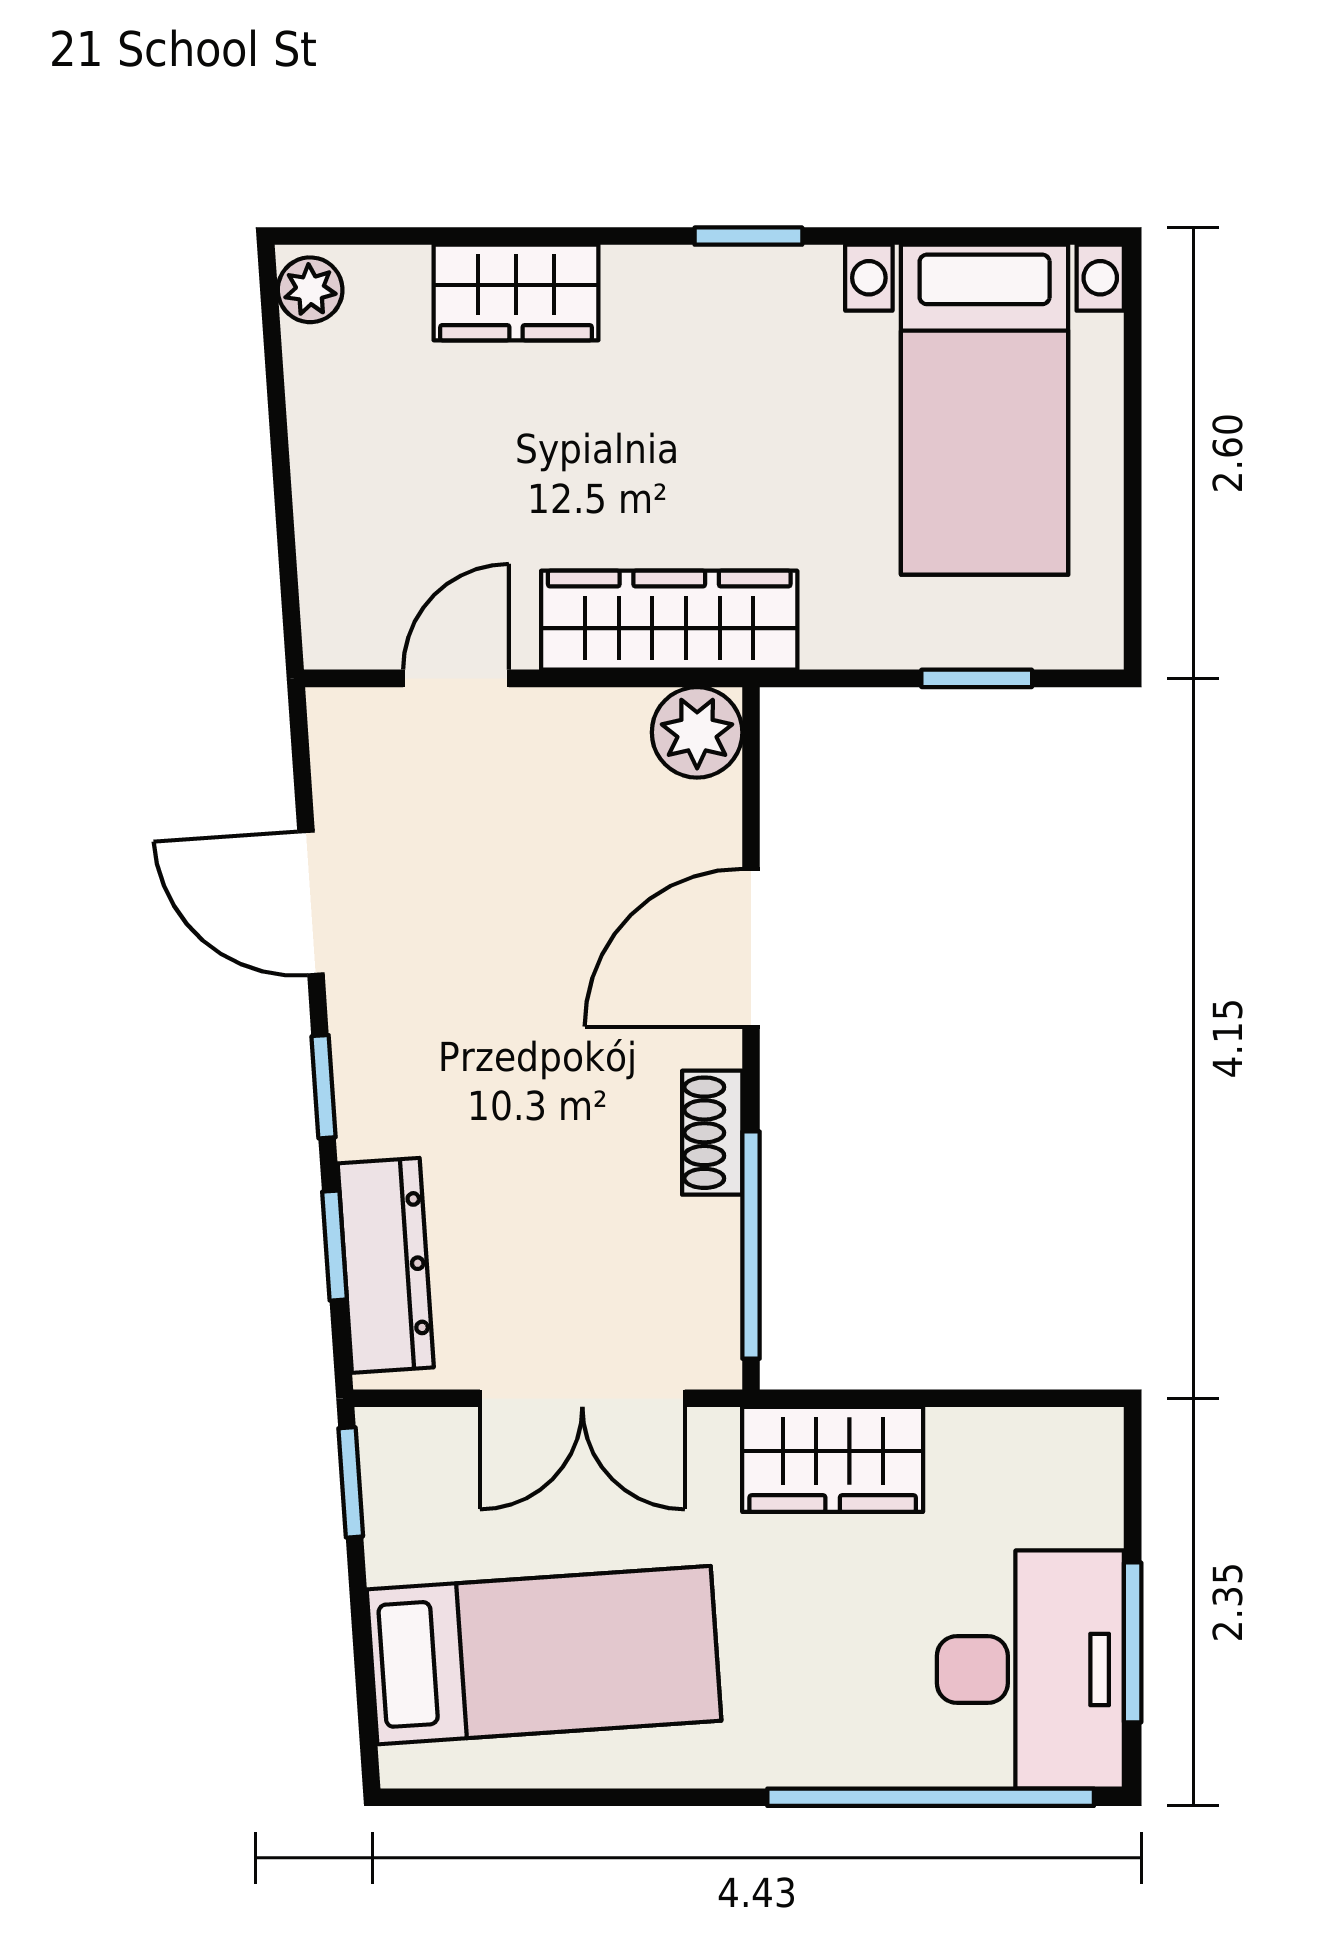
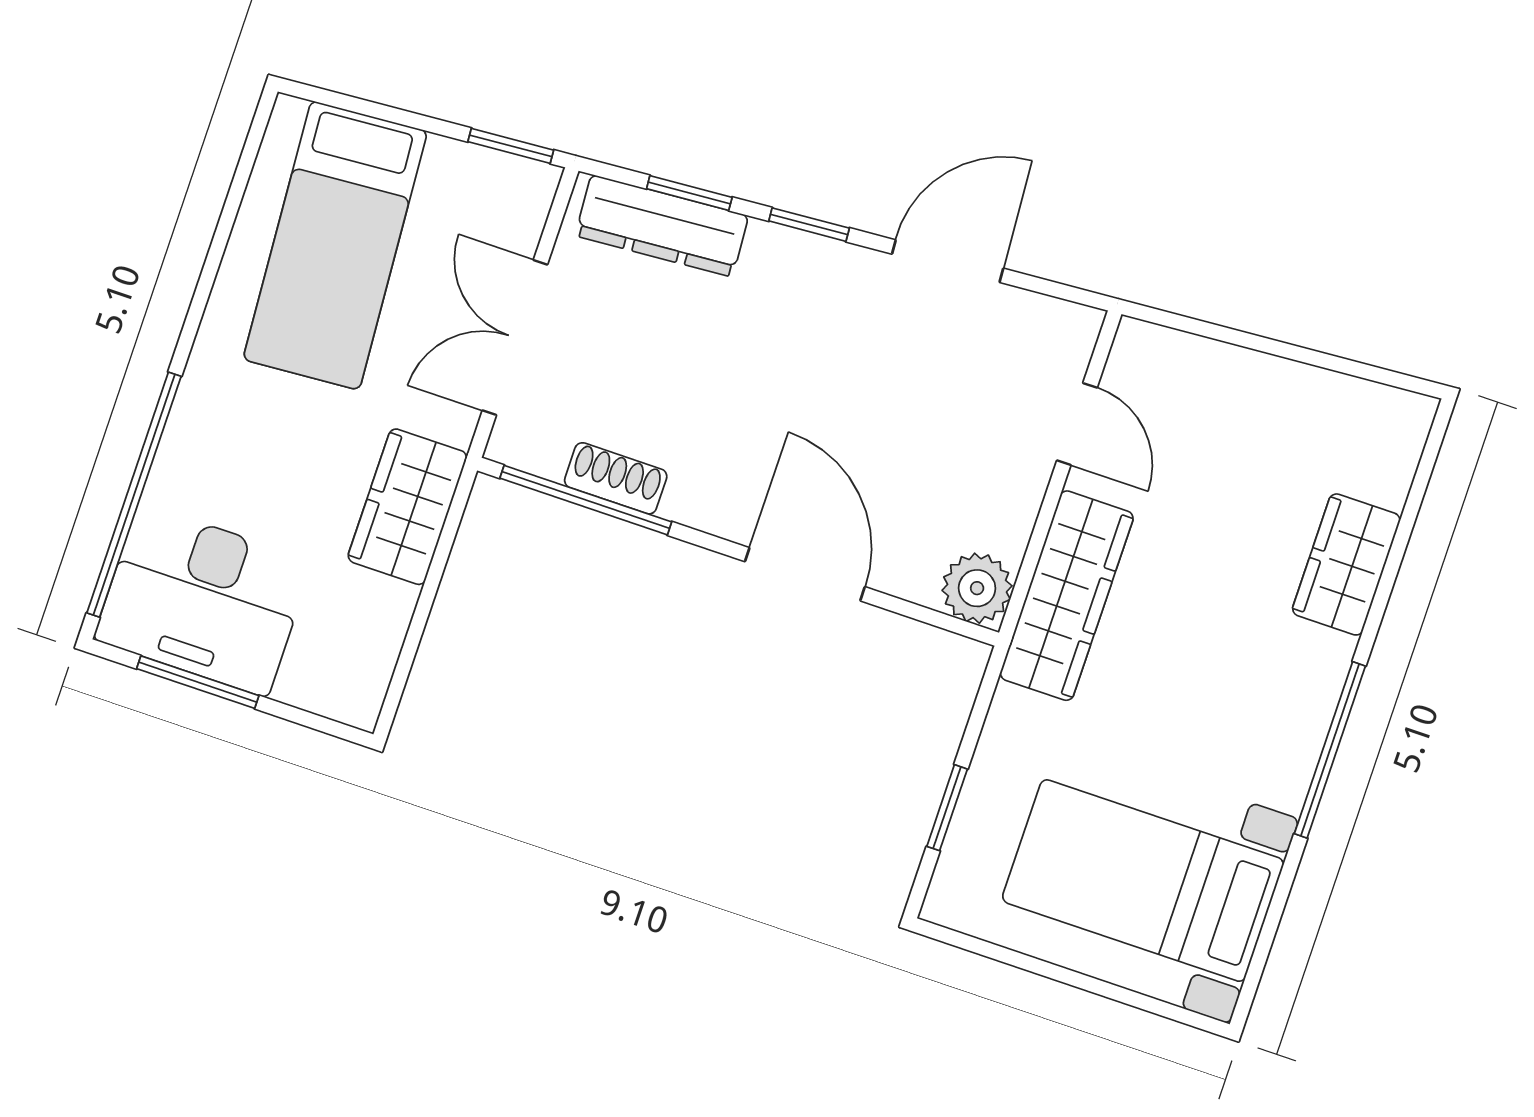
window: (748, 236) -> (1330, 750), width x2.17
plant: (310, 290) -> (1400, 413), removed
shoe rack: (712, 1133) -> (616, 478), moved

